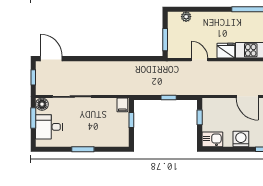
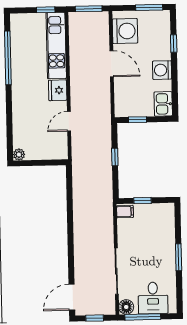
plant: (186, 17) -> (19, 154), moved
window: (165, 40) -> (46, 163), removed
door: (247, 97) -> (112, 64), hinge flipped
window: (33, 118) -> (143, 317), width x1.44

